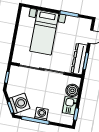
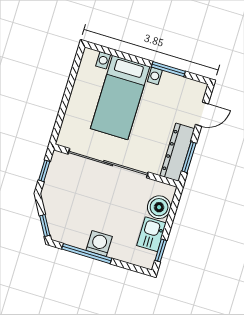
washing machine: (20, 103) -> (62, 220), removed

